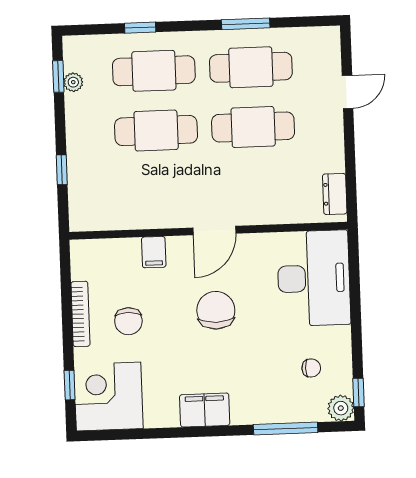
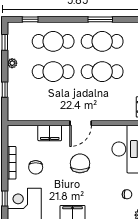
window: (140, 28) -> (30, 19), moved
plant: (73, 82) -> (12, 63), moved
filing cabinet: (154, 252) -> (50, 133), width x2.00

